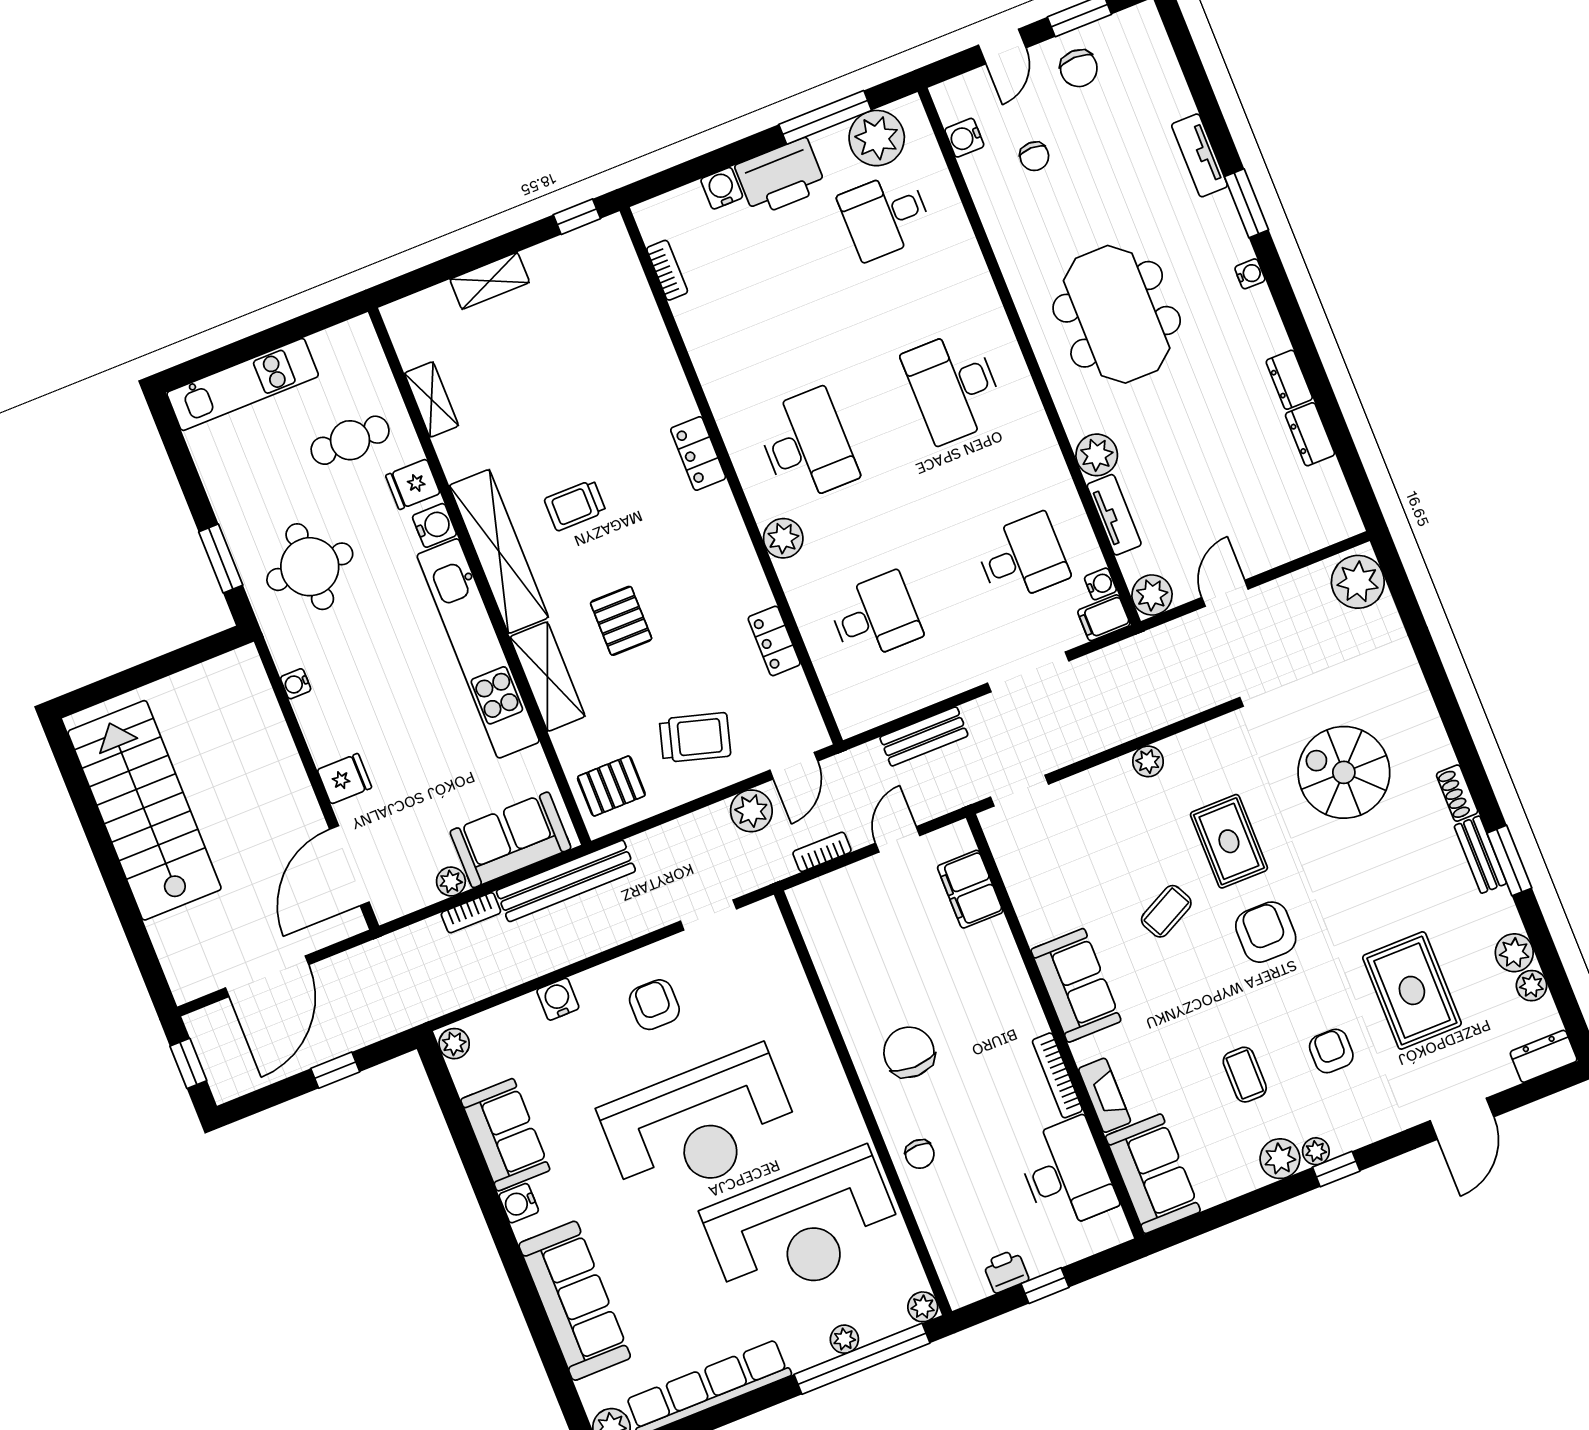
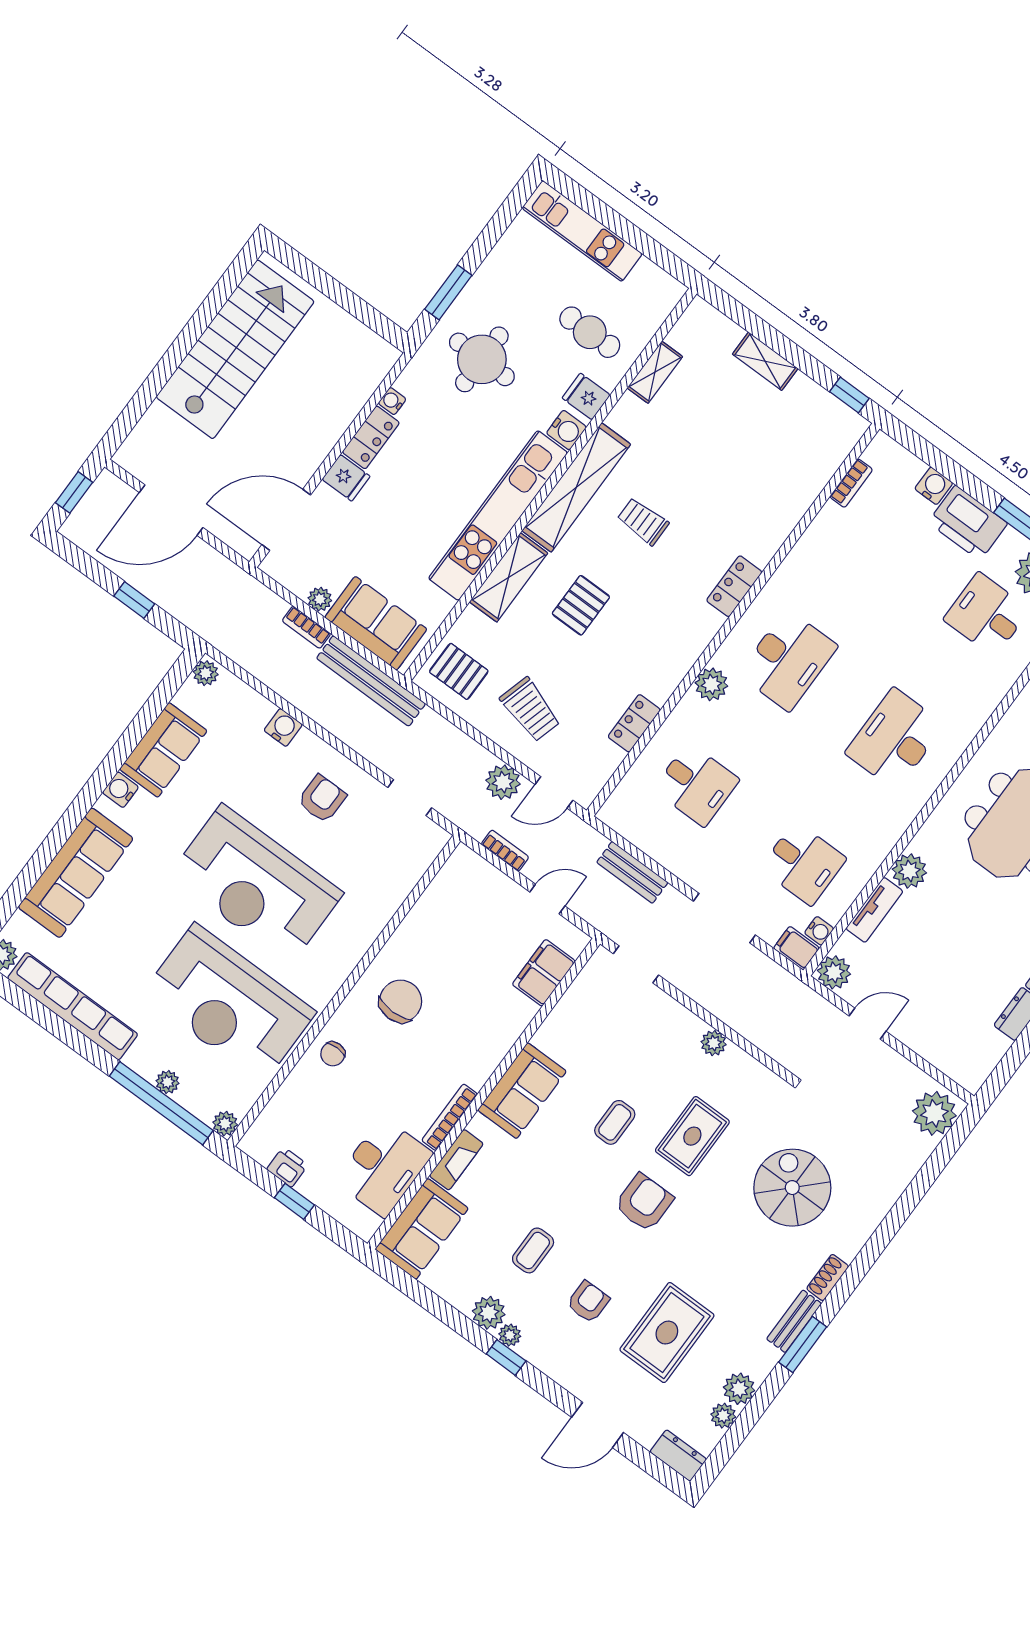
locker: (319, 728) -> (371, 437), added
coffee table: (1166, 911) -> (615, 1122), turned -63

